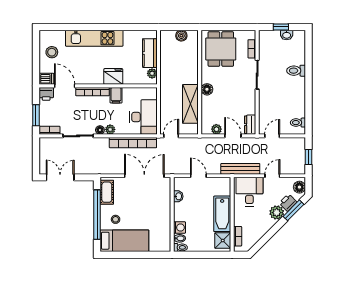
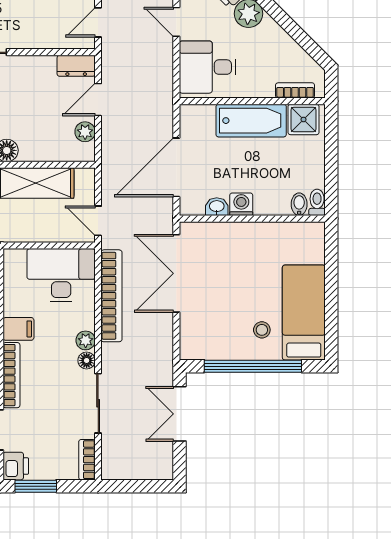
window: (36, 115) -> (36, 486), moved
door: (272, 136) -> (98, 22), hinge flipped
bench: (240, 169) -> (163, 85), removed
door: (198, 176) -> (176, 167), width x1.87
double door: (60, 177) -> (180, 414), moved
cot: (107, 192) -> (209, 347), removed
washing machine: (180, 228) -> (241, 204), moved

